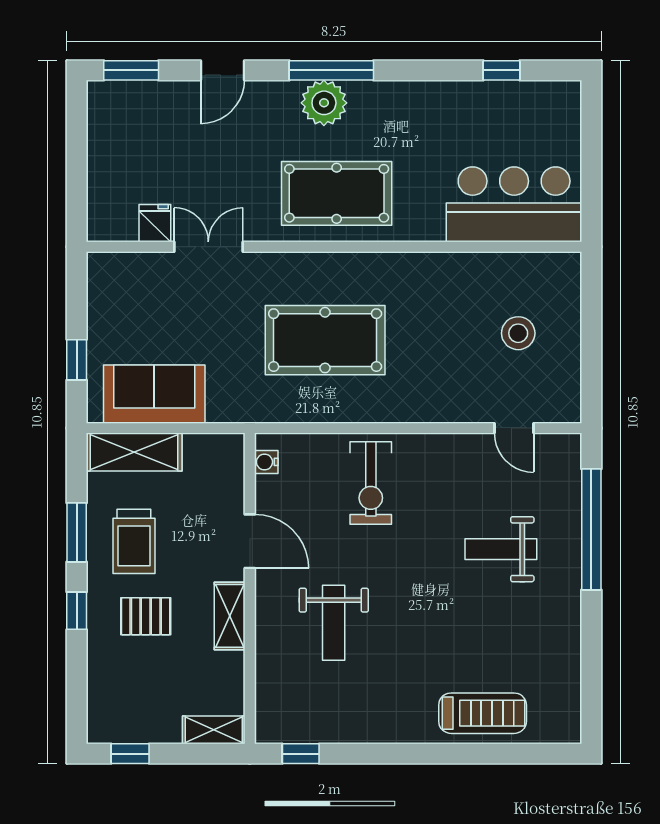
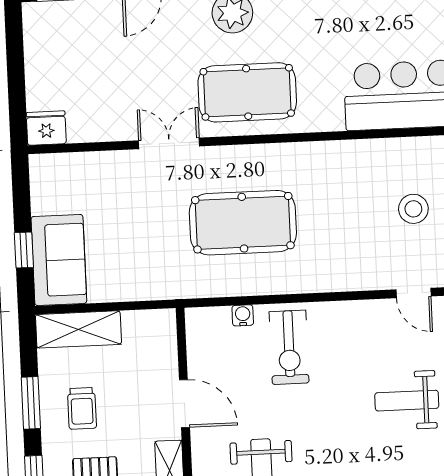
fridge: (155, 223) -> (46, 128), moved, width x1.38
double door: (208, 247) -> (169, 143), moved
sofa: (154, 394) -> (59, 260), moved, turned 90
water cooler: (266, 462) -> (243, 315), moved, turned 90
trolley: (134, 541) -> (82, 408), width x0.73, depth x0.72

